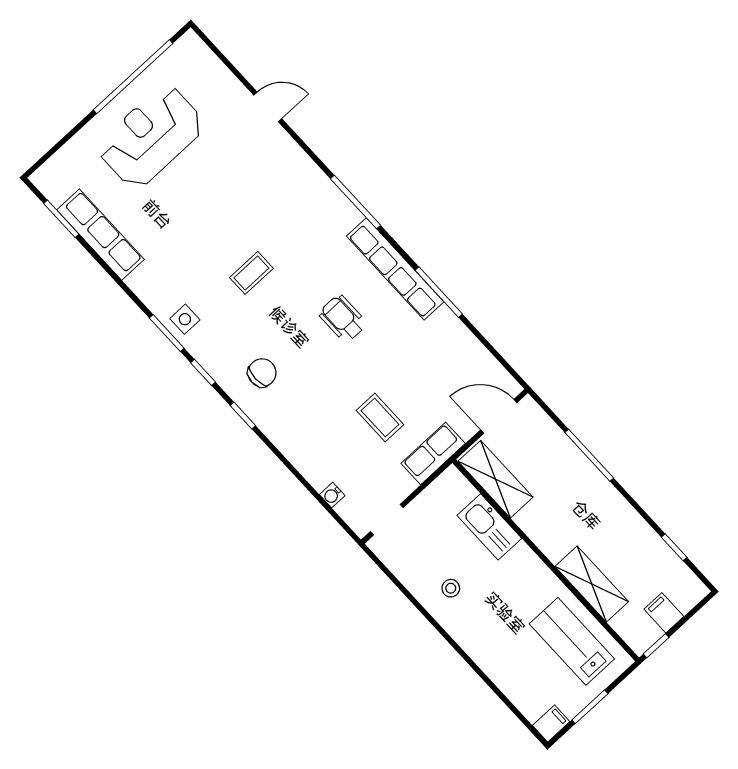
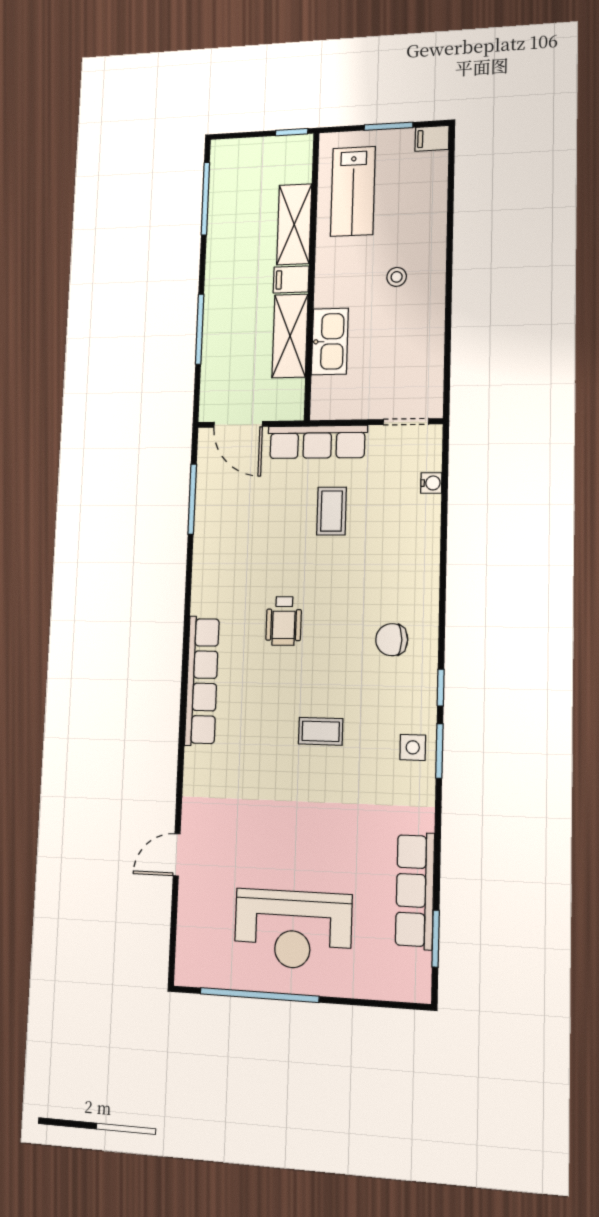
door: (268, 107) -> (177, 855), hinge flipped
window: (355, 202) -> (183, 706), removed
row of seats: (395, 269) -> (202, 681), moved
window: (439, 292) -> (192, 499), moved
window: (243, 416) -> (442, 619), removed
row of seats: (433, 453) -> (317, 442), width x1.48
shelving: (495, 479) -> (290, 336), moved
window: (674, 547) -> (205, 199), width x2.17
stool: (451, 588) -> (397, 277), moved
filing cabinet: (664, 613) -> (291, 279), moved, turned 90

